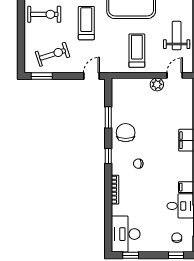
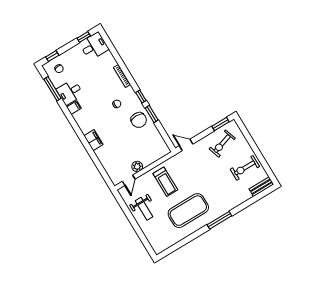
treadmill: (86, 23) -> (212, 179), removed
door: (91, 76) -> (186, 145), swing flipped
window: (108, 117) -> (152, 114), moved
desk: (126, 234) -> (94, 46), width x0.73

